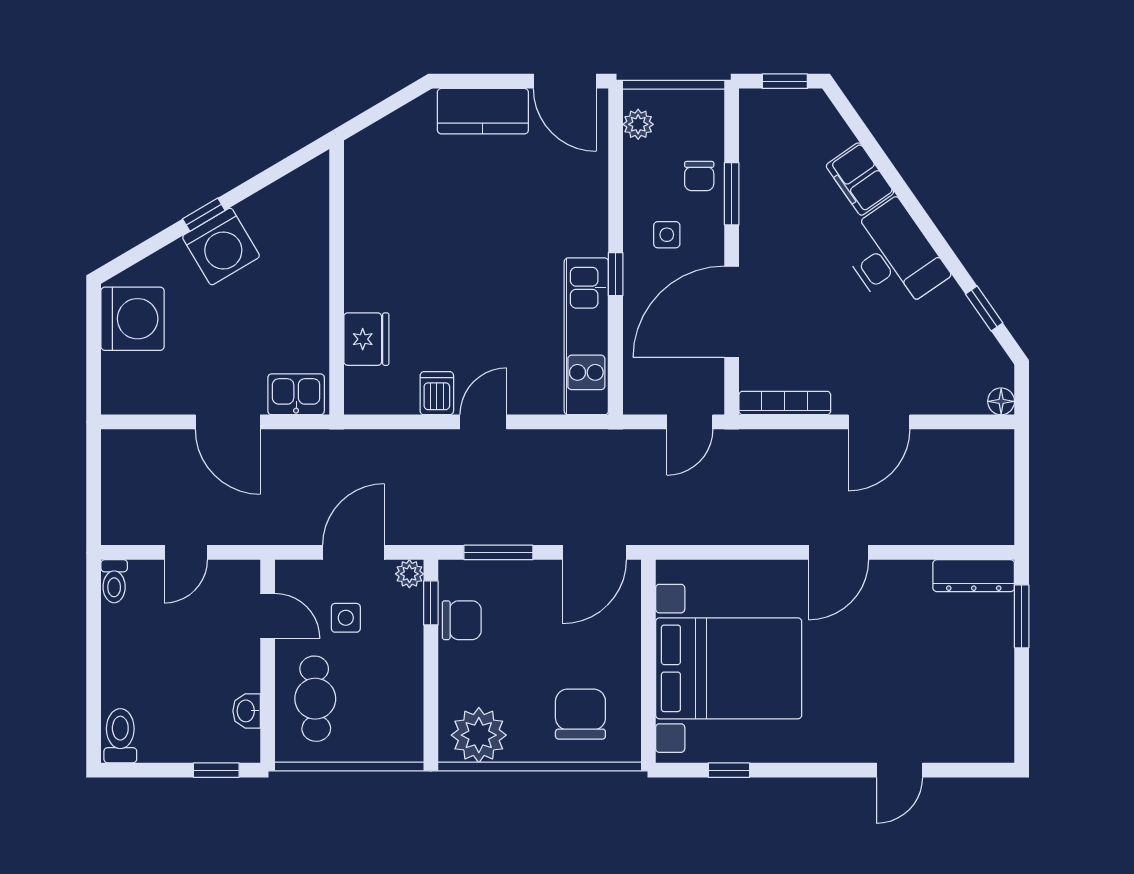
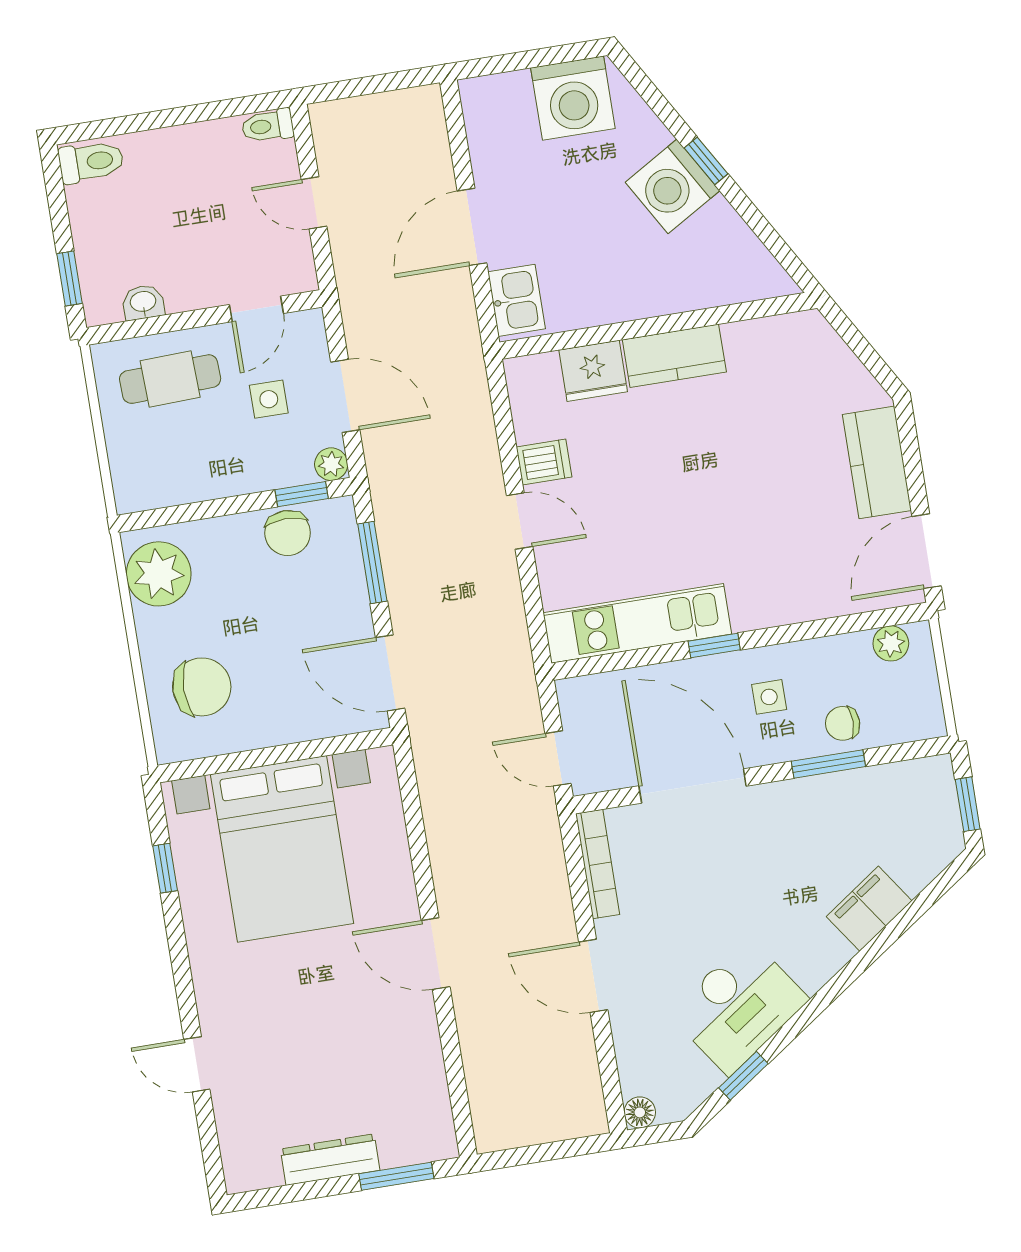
desk: (893, 257) -> (739, 1006), moved
kitchen counter: (365, 268) -> (674, 356), added
dresser: (974, 576) -> (330, 1160), moved, turned 90

